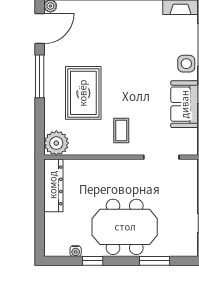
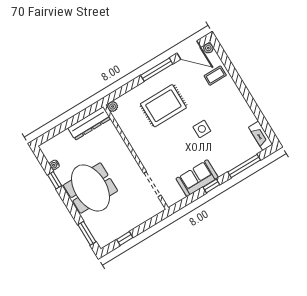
side table: (186, 64) -> (202, 129), moved
coffee table: (121, 131) -> (215, 76), moved
plant: (56, 143) -> (113, 106), width x0.53, depth x0.53
window: (154, 261) -> (87, 233), moved

